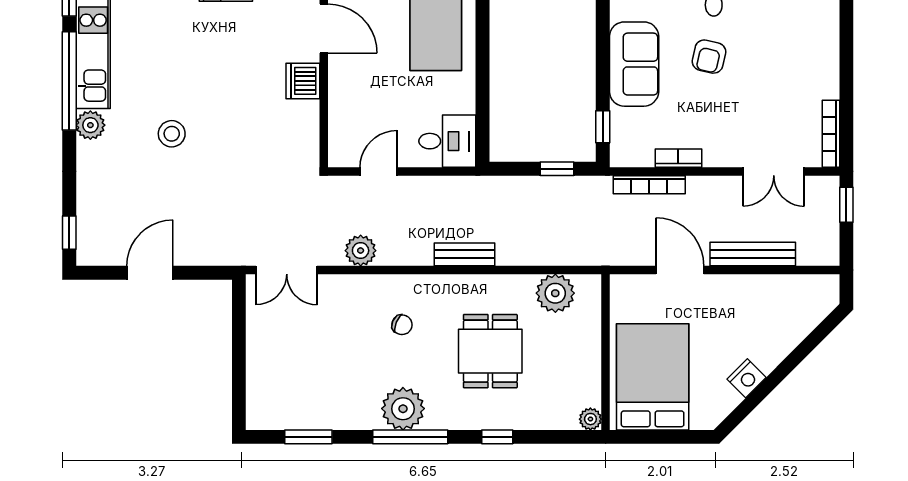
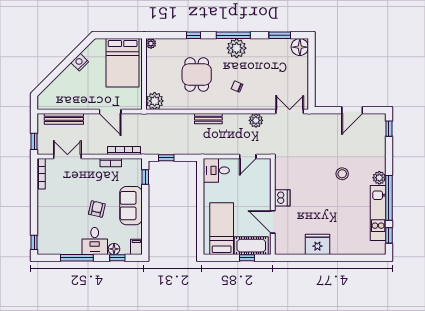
bench: (753, 254) -> (64, 119), moved
plant: (555, 293) -> (155, 101), moved
floor lamp: (265, 411) -> (300, 47), added

